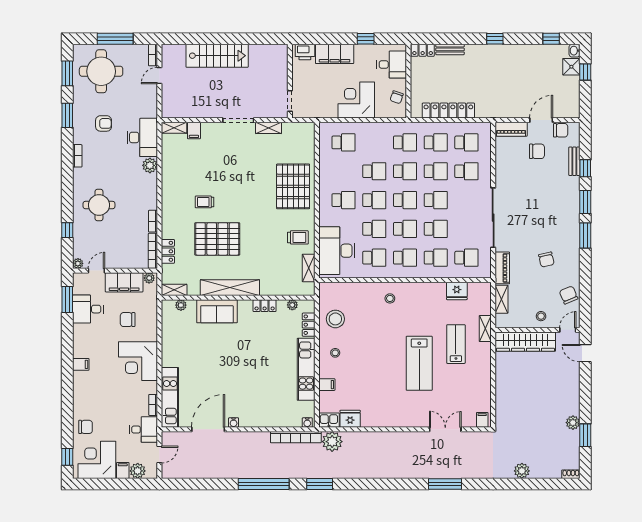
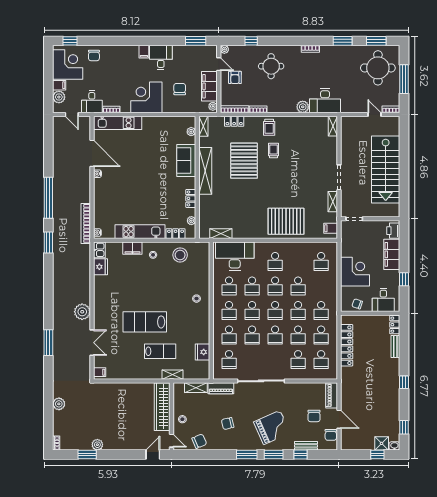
stairs: (217, 56) -> (386, 170), width x1.36, depth x1.51
armchair: (104, 123) -> (235, 77), moved
filing cabinet: (194, 130) -> (331, 228), moved
grand piano: (551, 204) -> (272, 427), added
trolley: (298, 237) -> (269, 127), moved
desk: (88, 309) -> (161, 57), moved
filing cabinet: (327, 385) -> (132, 248), width x2.00
plant: (332, 442) -> (82, 312), moved

